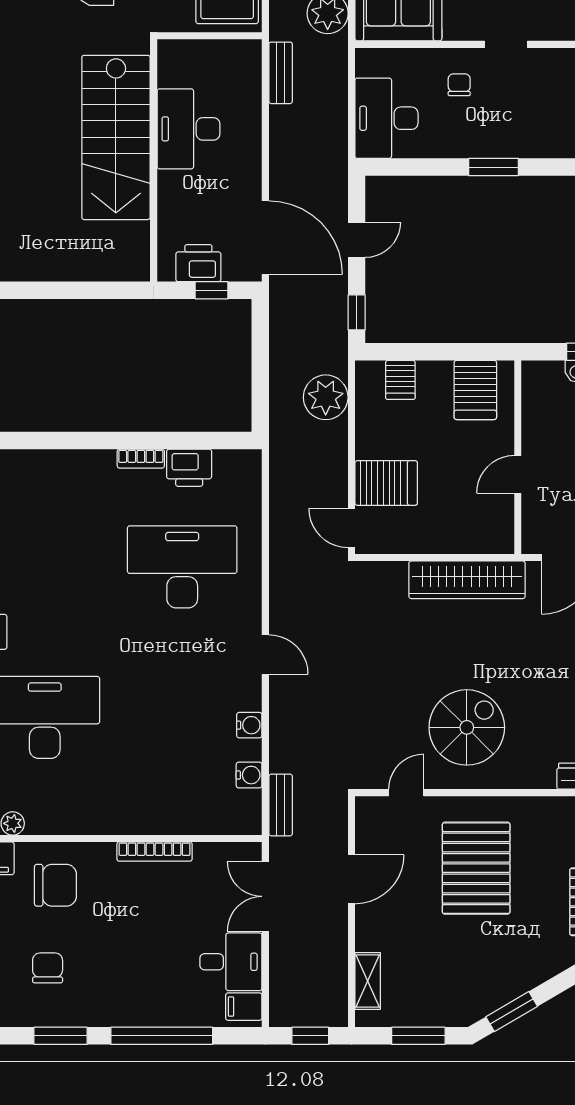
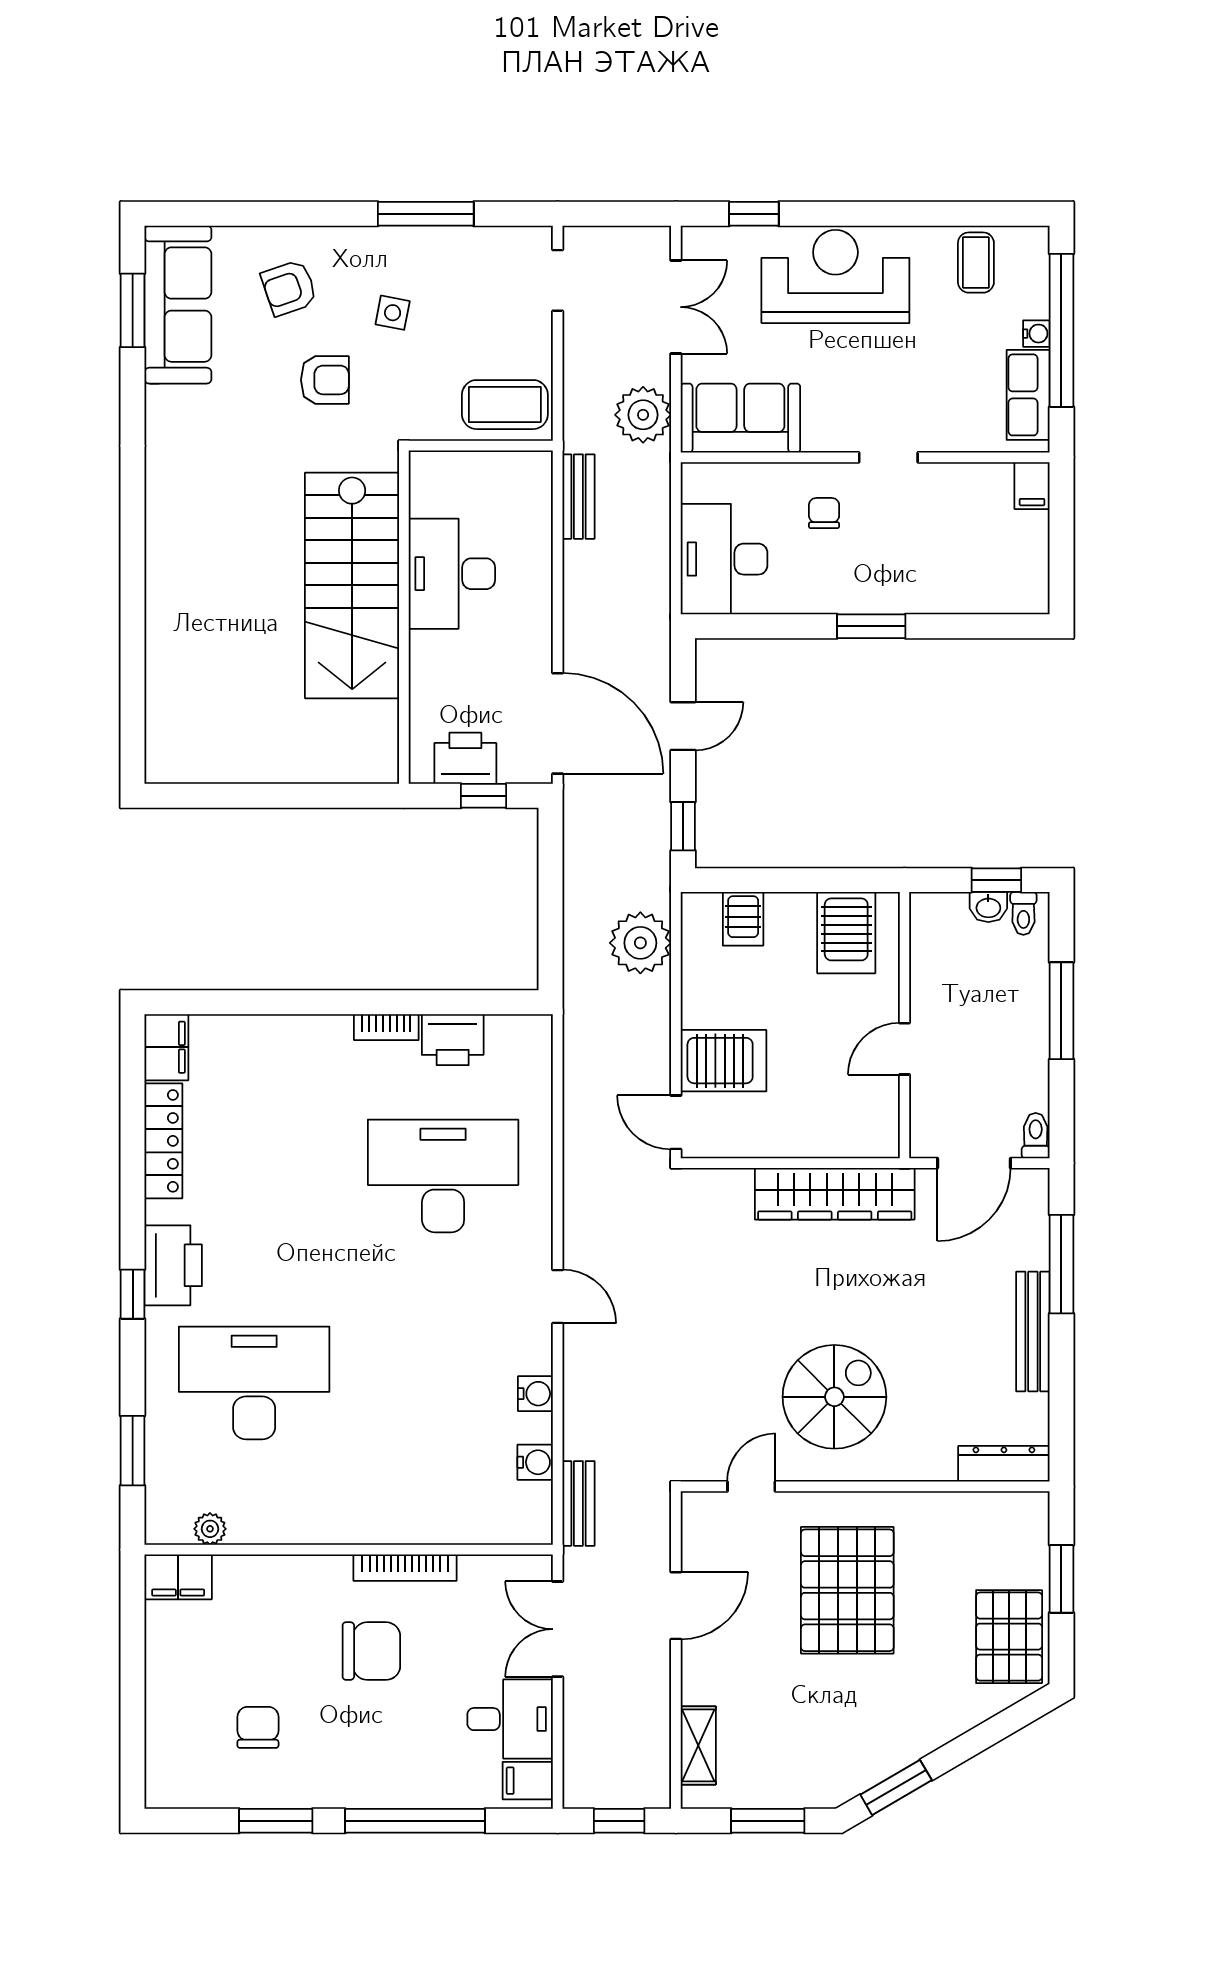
chair: (55, 885) -> (371, 1651), moved

